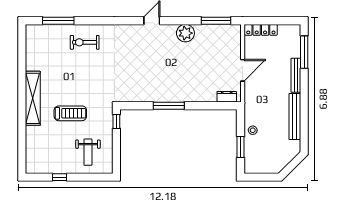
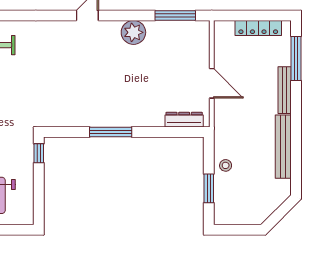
locker: (261, 30) -> (258, 28), moved
door: (243, 70) -> (212, 83), hinge flipped
dresser: (227, 97) -> (184, 120), width x1.44

